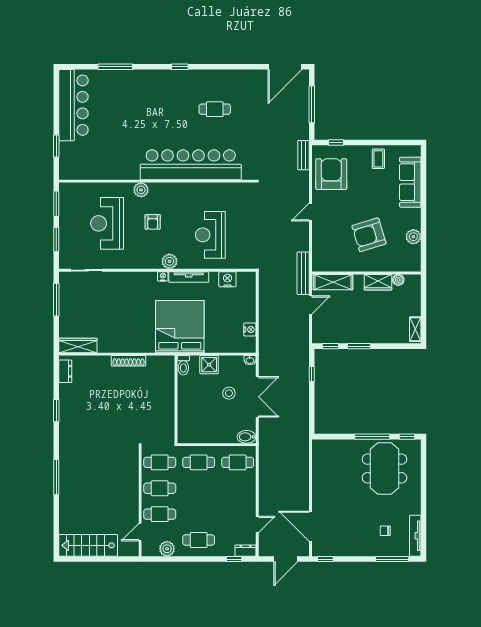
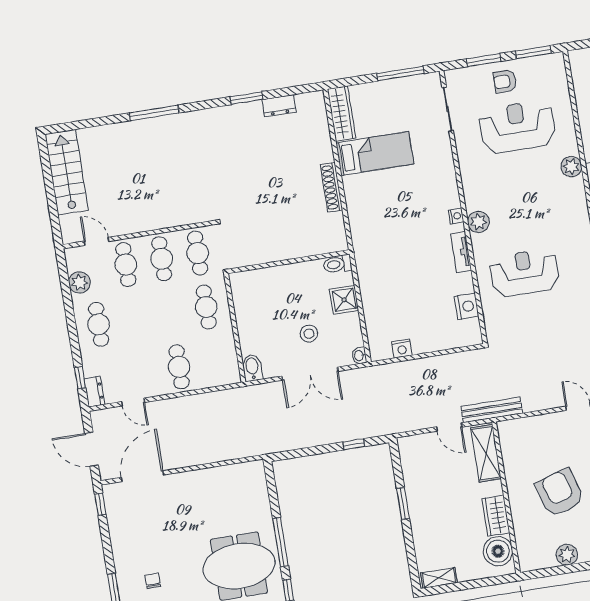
armchair: (153, 222) -> (505, 81), moved
tv unit: (189, 277) -> (461, 252), width x0.71
boiler: (398, 280) -> (498, 551), width x1.86, depth x1.86
bed: (180, 327) -> (375, 153), moved, width x0.49
window: (330, 346) -> (397, 464), removed
dresser: (65, 371) -> (279, 106), moved
cafe table: (238, 462) -> (179, 367), moved

